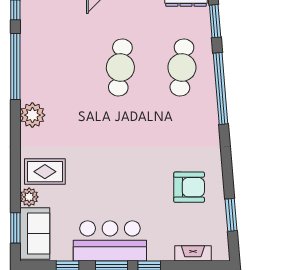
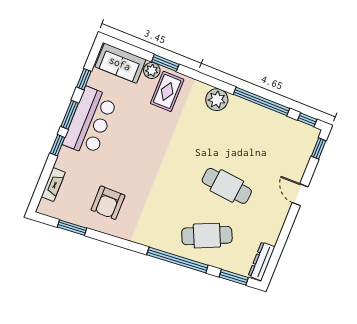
cafe table: (182, 67) -> (207, 236), turned -30
window: (15, 228) -> (165, 63), moved

